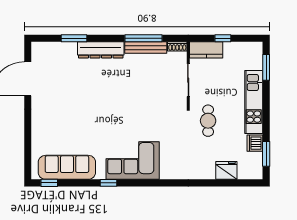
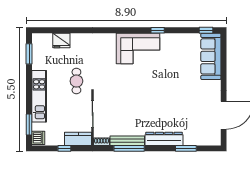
dishwasher: (255, 143) -> (38, 138), moved
sofa: (67, 167) -> (211, 56), moved, turned 90

